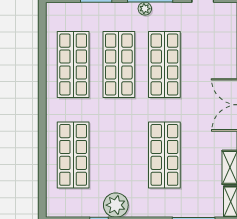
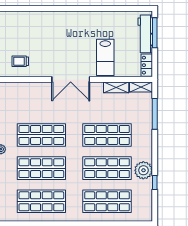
shop shelf: (119, 155) -> (107, 168), added

